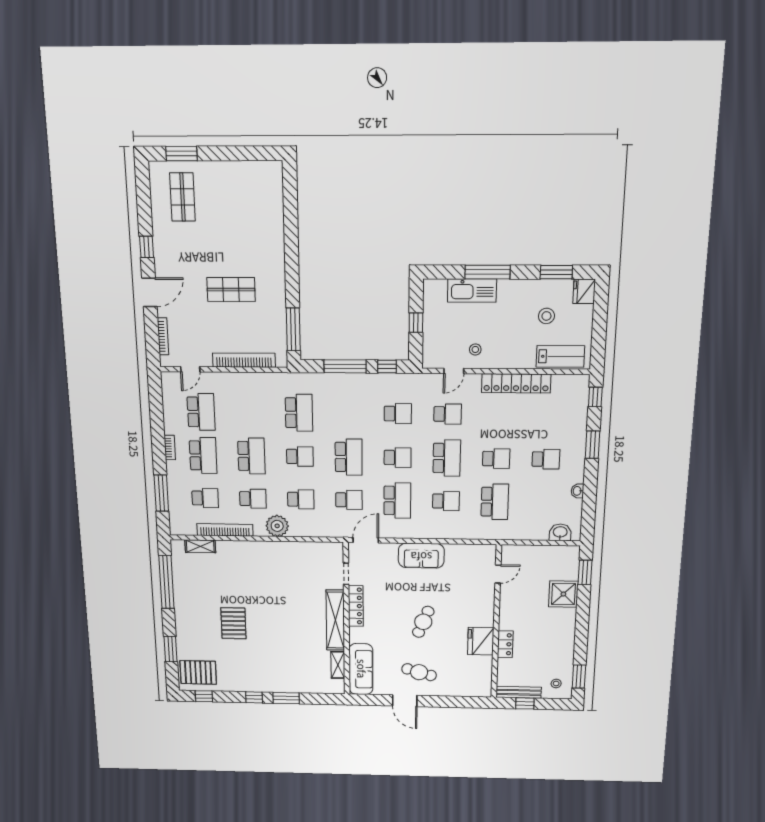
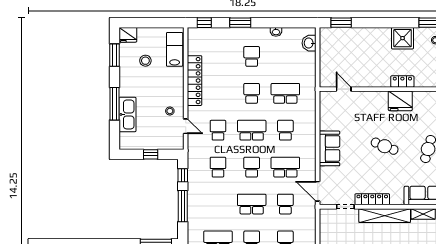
shower: (563, 594) -> (403, 38), moved

